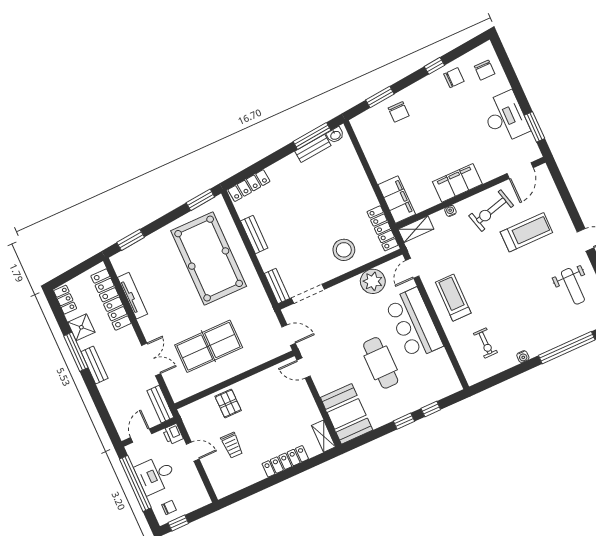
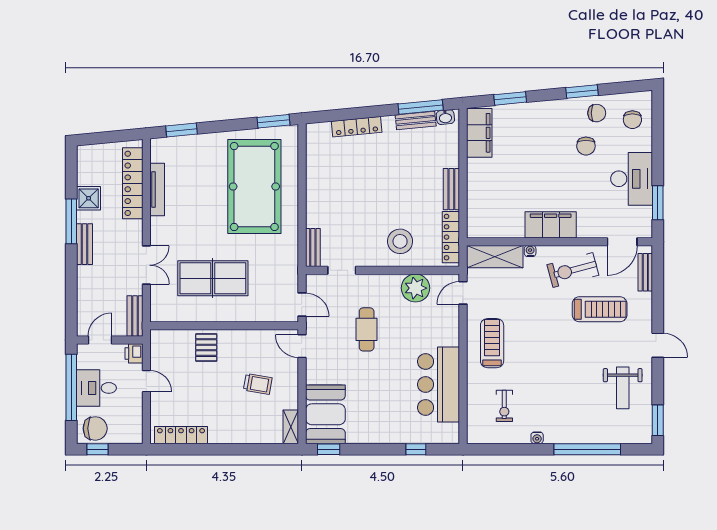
window: (434, 66) -> (582, 91), width x1.50
chair: (399, 112) -> (586, 146), moved
locker: (249, 186) -> (357, 127), moved
bench: (549, 187) -> (645, 272), added
filing cabinet: (397, 200) -> (479, 133), moved
shelving: (416, 229) -> (495, 257), width x1.50, depth x1.33
bench: (254, 234) -> (451, 189), moved
doorway: (308, 294) -> (342, 270), width x0.73
locker: (65, 300) -> (85, 162), removed
bar counter: (414, 324) -> (438, 384), moved
cafe table: (381, 363) -> (367, 329), moved, width x0.73, depth x0.74
window: (404, 421) -> (329, 449), moved
trolley: (232, 445) -> (258, 384), moved, turned -80
locker: (285, 461) -> (181, 435), moved
chair: (169, 507) -> (95, 428), width x1.87, depth x1.87

